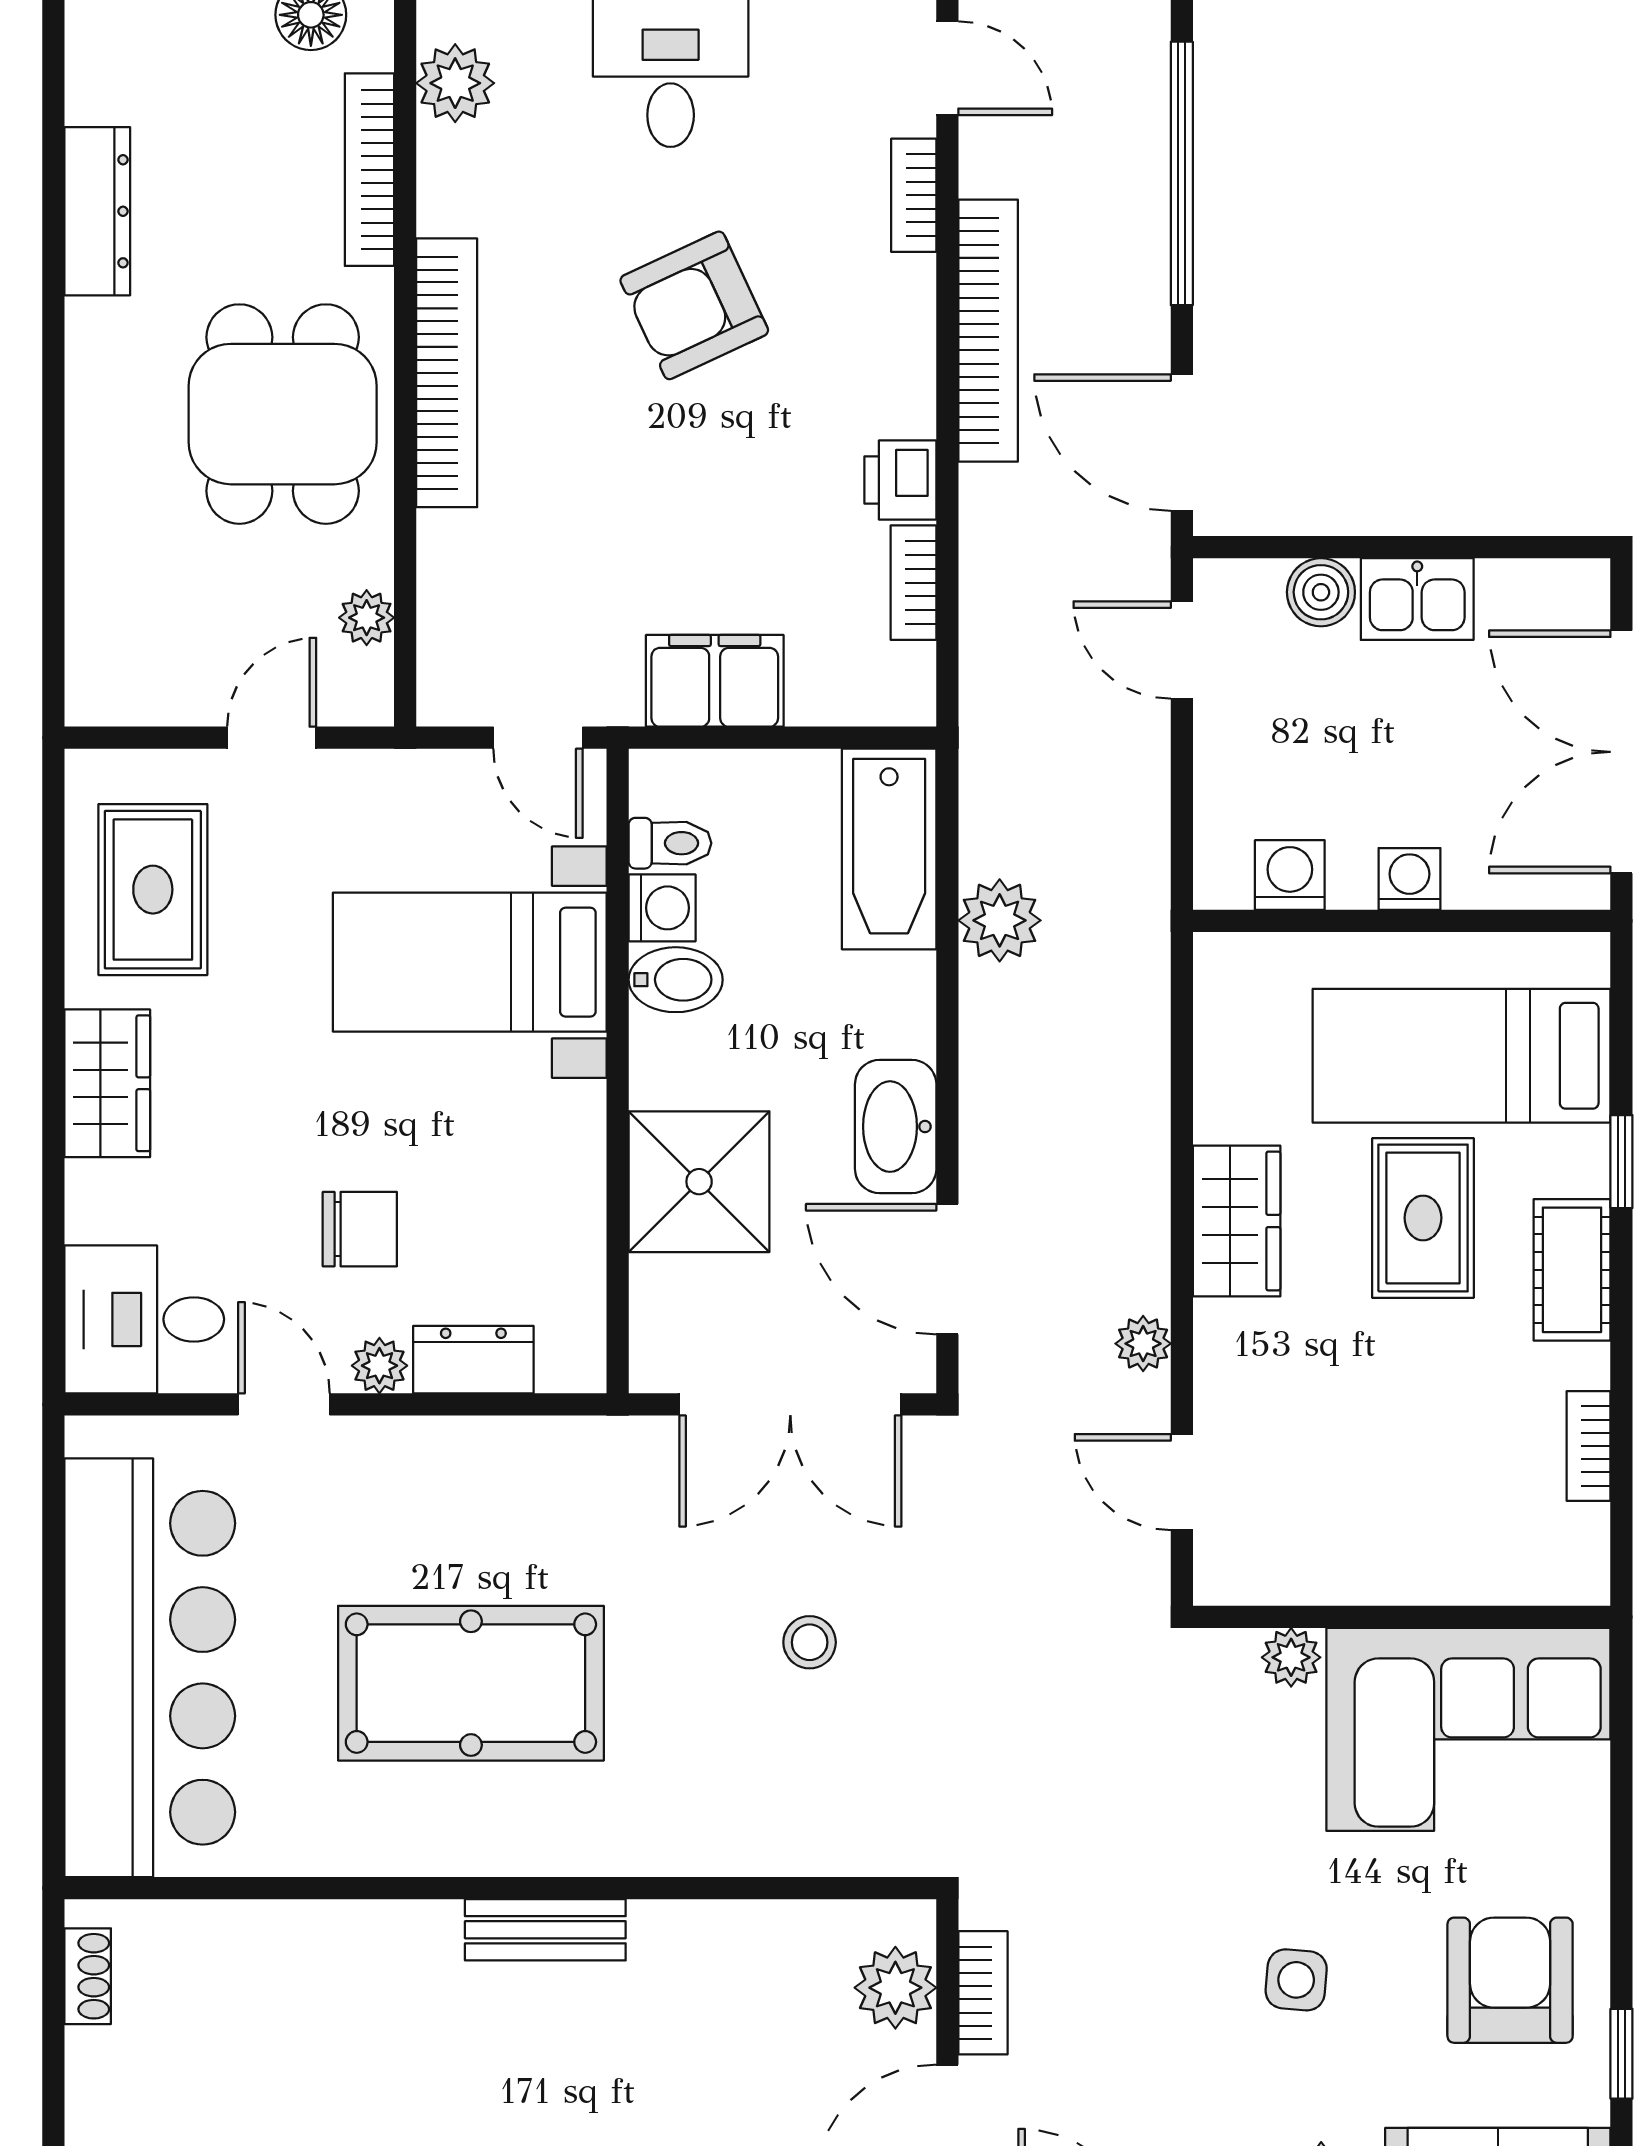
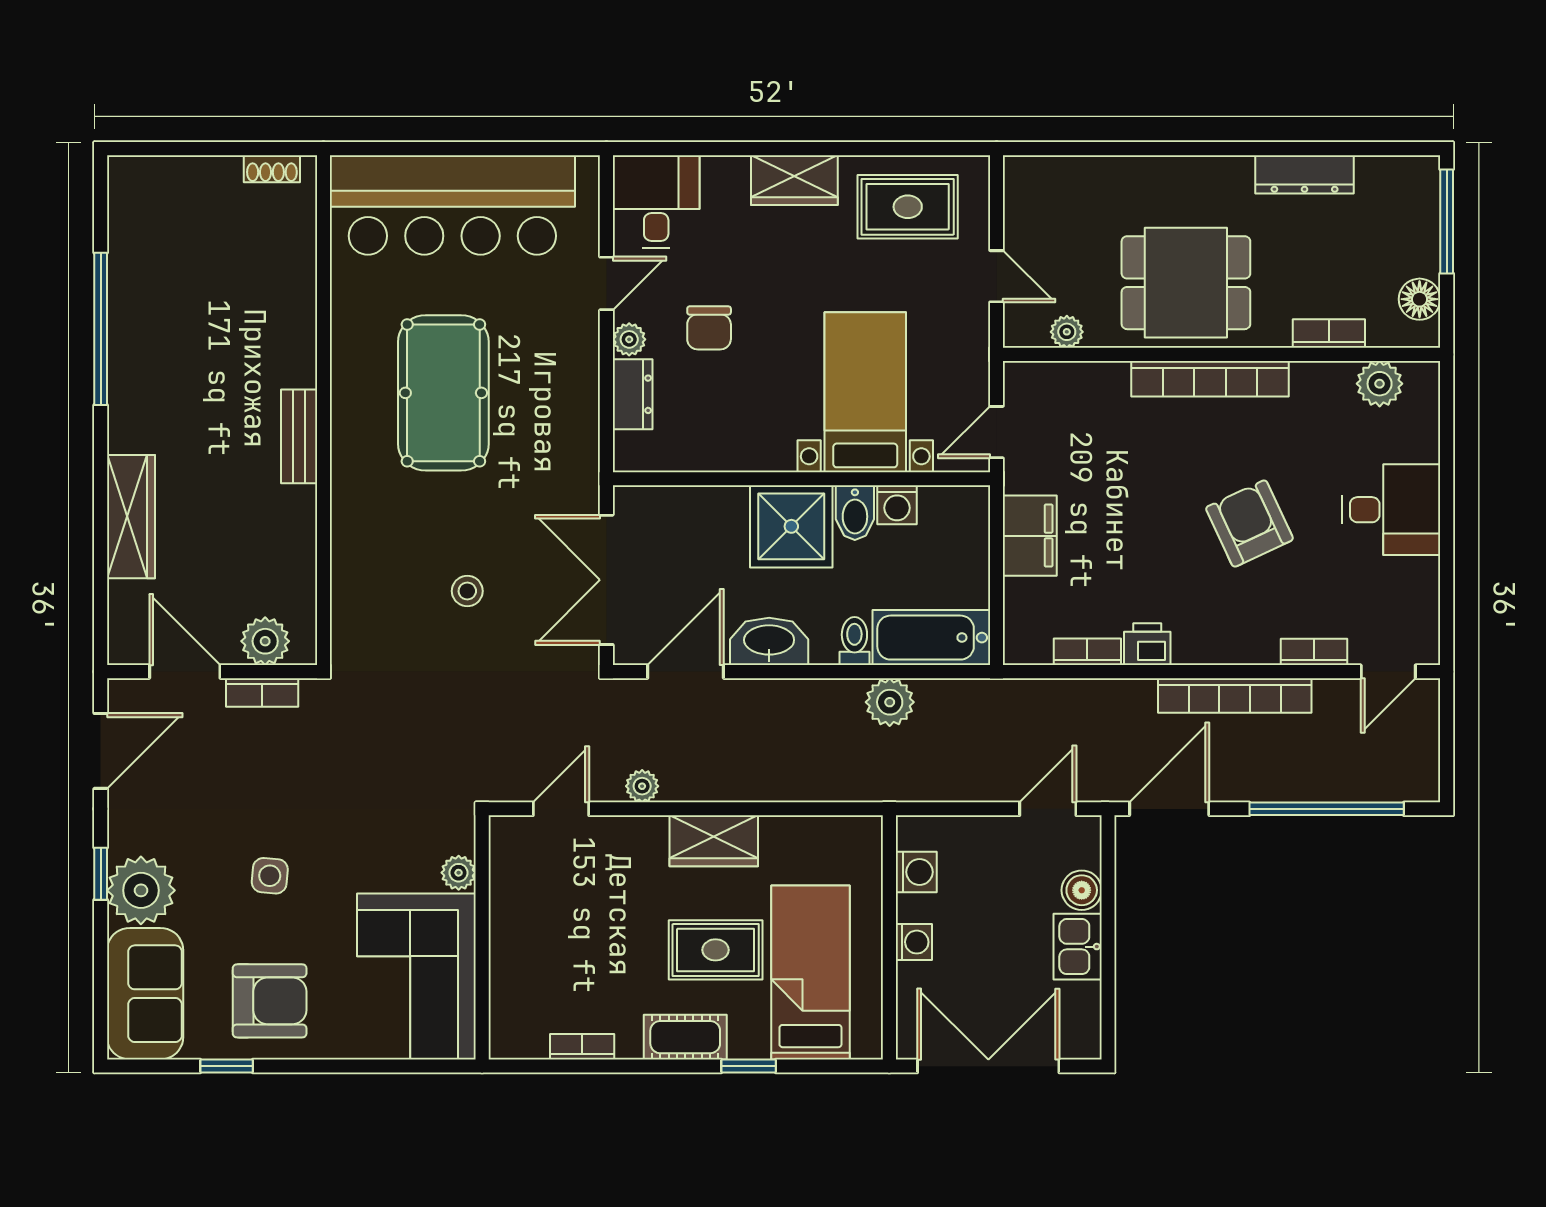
bookcase: (370, 170) -> (1329, 334), width x0.64
toilet: (670, 843) -> (854, 641), moved, turned 180
shower: (699, 1182) -> (791, 526), moved

